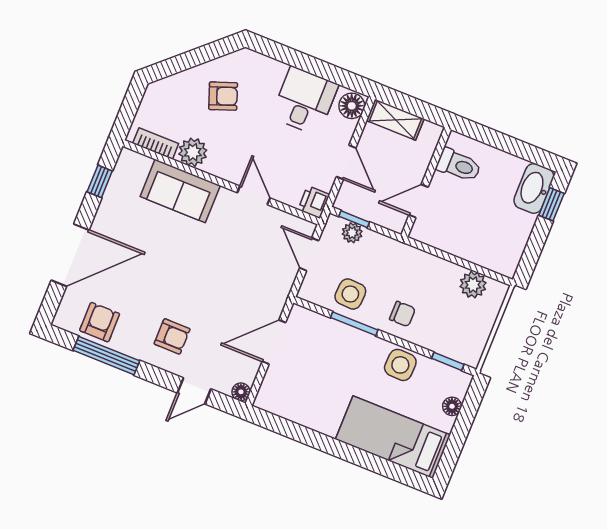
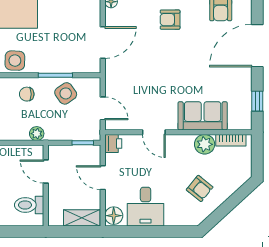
armchair: (223, 96) -> (200, 188), turned -121
door: (419, 201) -> (46, 171), swing flipped
plant: (352, 233) -> (37, 134), moved
side table: (350, 294) -> (66, 93), turned -38

